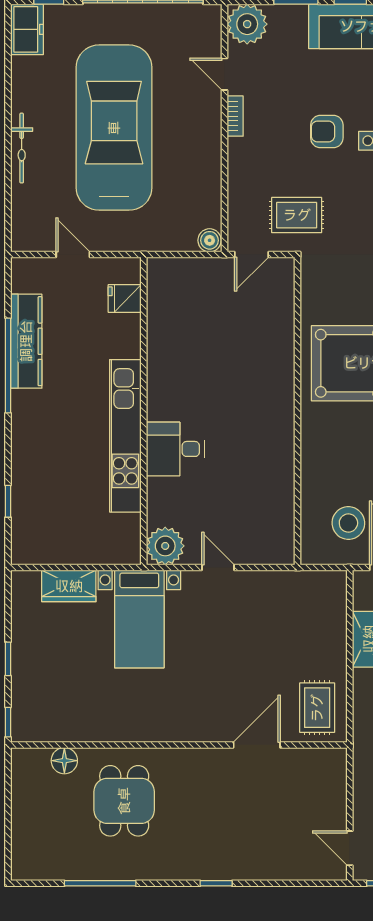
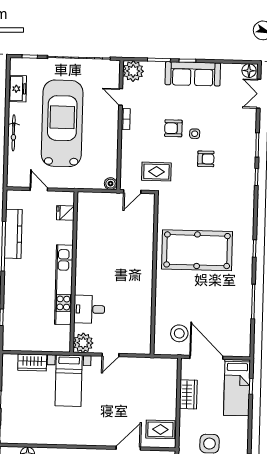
freezer: (27, 29) -> (18, 89), moved
desk: (175, 449) -> (89, 309), moved
door: (218, 568) -> (110, 355), swing flipped
rug: (317, 708) -> (160, 429), turned 90

